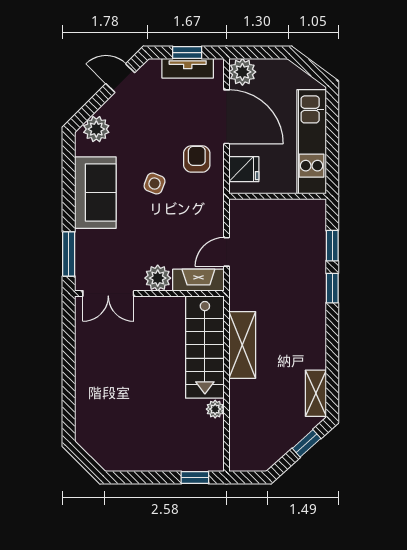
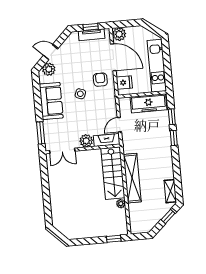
door: (120, 78) -> (51, 52), moved
freezer: (288, 215) -> (149, 103), added
shelving: (242, 345) -> (132, 178), width x1.47

